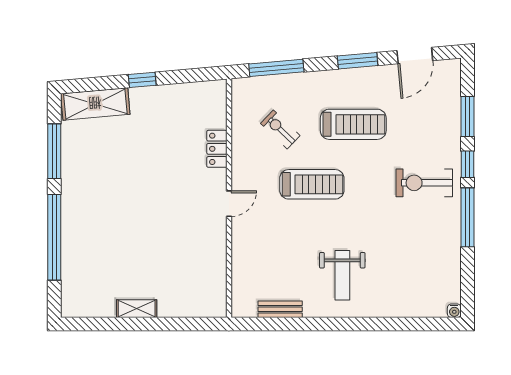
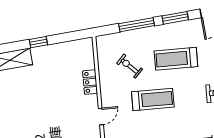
window: (276, 68) -> (136, 25), moved
treadmill: (353, 124) -> (176, 59), turned 180

